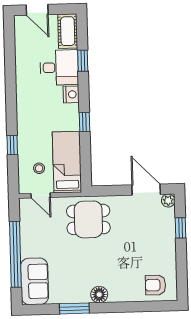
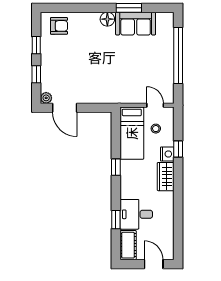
nightstand: (71, 94) -> (167, 154), moved, turned 180
wardrobe: (26, 113) -> (166, 177), added
dining table: (88, 219) -> (115, 84), removed
window: (181, 262) -> (36, 45), added
sofa: (35, 281) -> (136, 24), moved, turned -90

